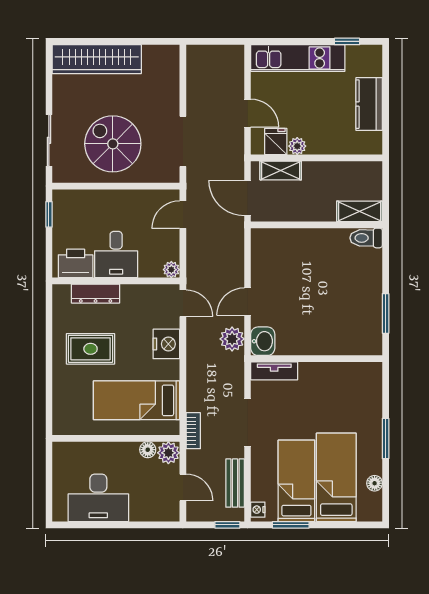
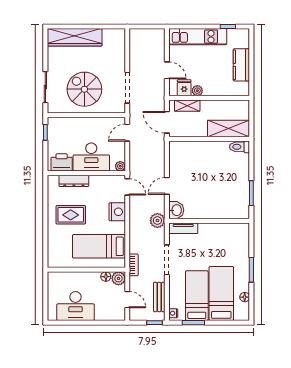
shelving: (360, 211) -> (229, 128), width x1.50, depth x1.33
desk: (116, 255) -> (91, 157), width x1.37
plant: (232, 339) -> (157, 221), moved

